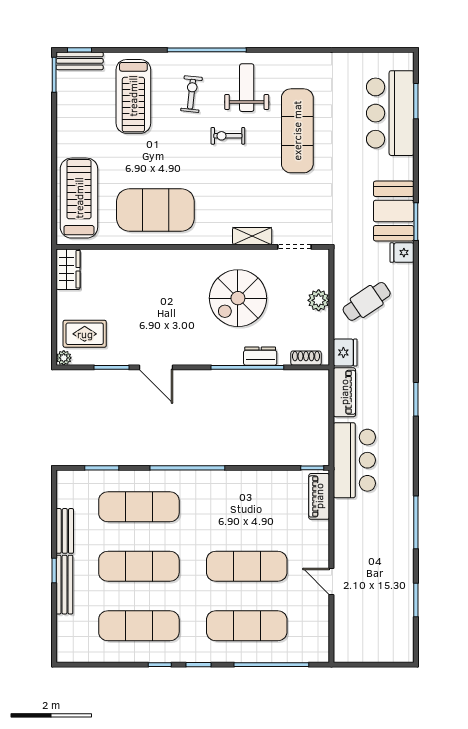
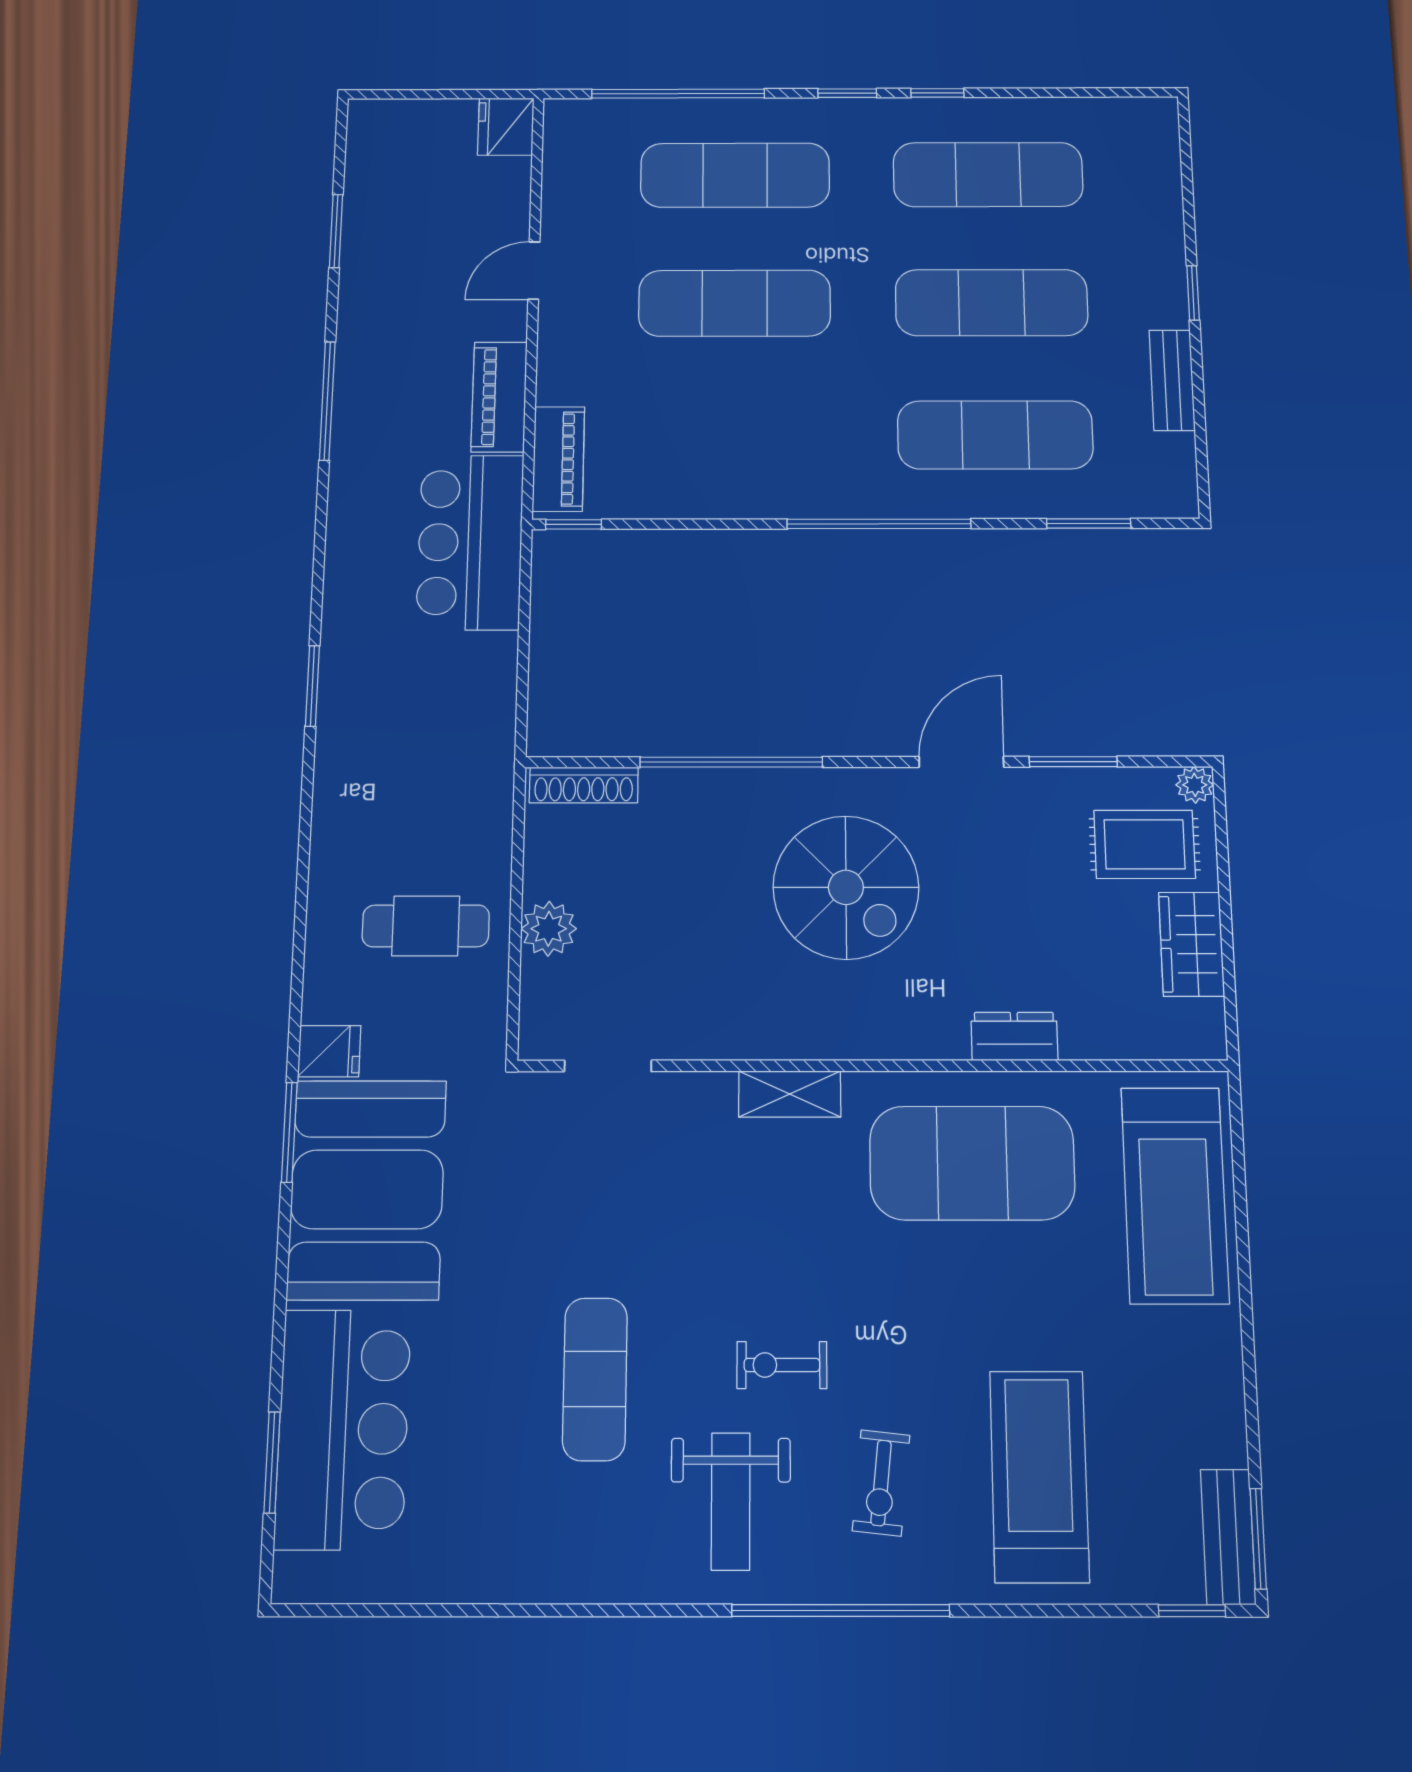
bench: (80, 61) -> (1228, 1537), moved, turned 90
exercise mat: (297, 131) -> (595, 1379), width x0.73, depth x0.69
exercise bike: (228, 136) -> (782, 1365), turned 180
booth: (394, 211) -> (367, 1189), width x1.36, depth x1.42
shelving: (252, 236) -> (790, 1094), moved
wardrobe: (68, 269) -> (1191, 944), moved
spiral stairs: (238, 298) -> (846, 887), moved, turned 90
cafe table: (367, 301) -> (426, 926), turned 34
fridge: (345, 352) -> (506, 127), moved
dresser: (260, 356) -> (1014, 1036), moved, turned 180
shoe rack: (306, 358) -> (584, 785), width x1.43
door: (156, 367) -> (961, 762), hinge flipped
piano: (344, 392) -> (499, 397), moved
door: (331, 581) -> (534, 270), swing flipped
bench: (64, 585) -> (1167, 262), removed

